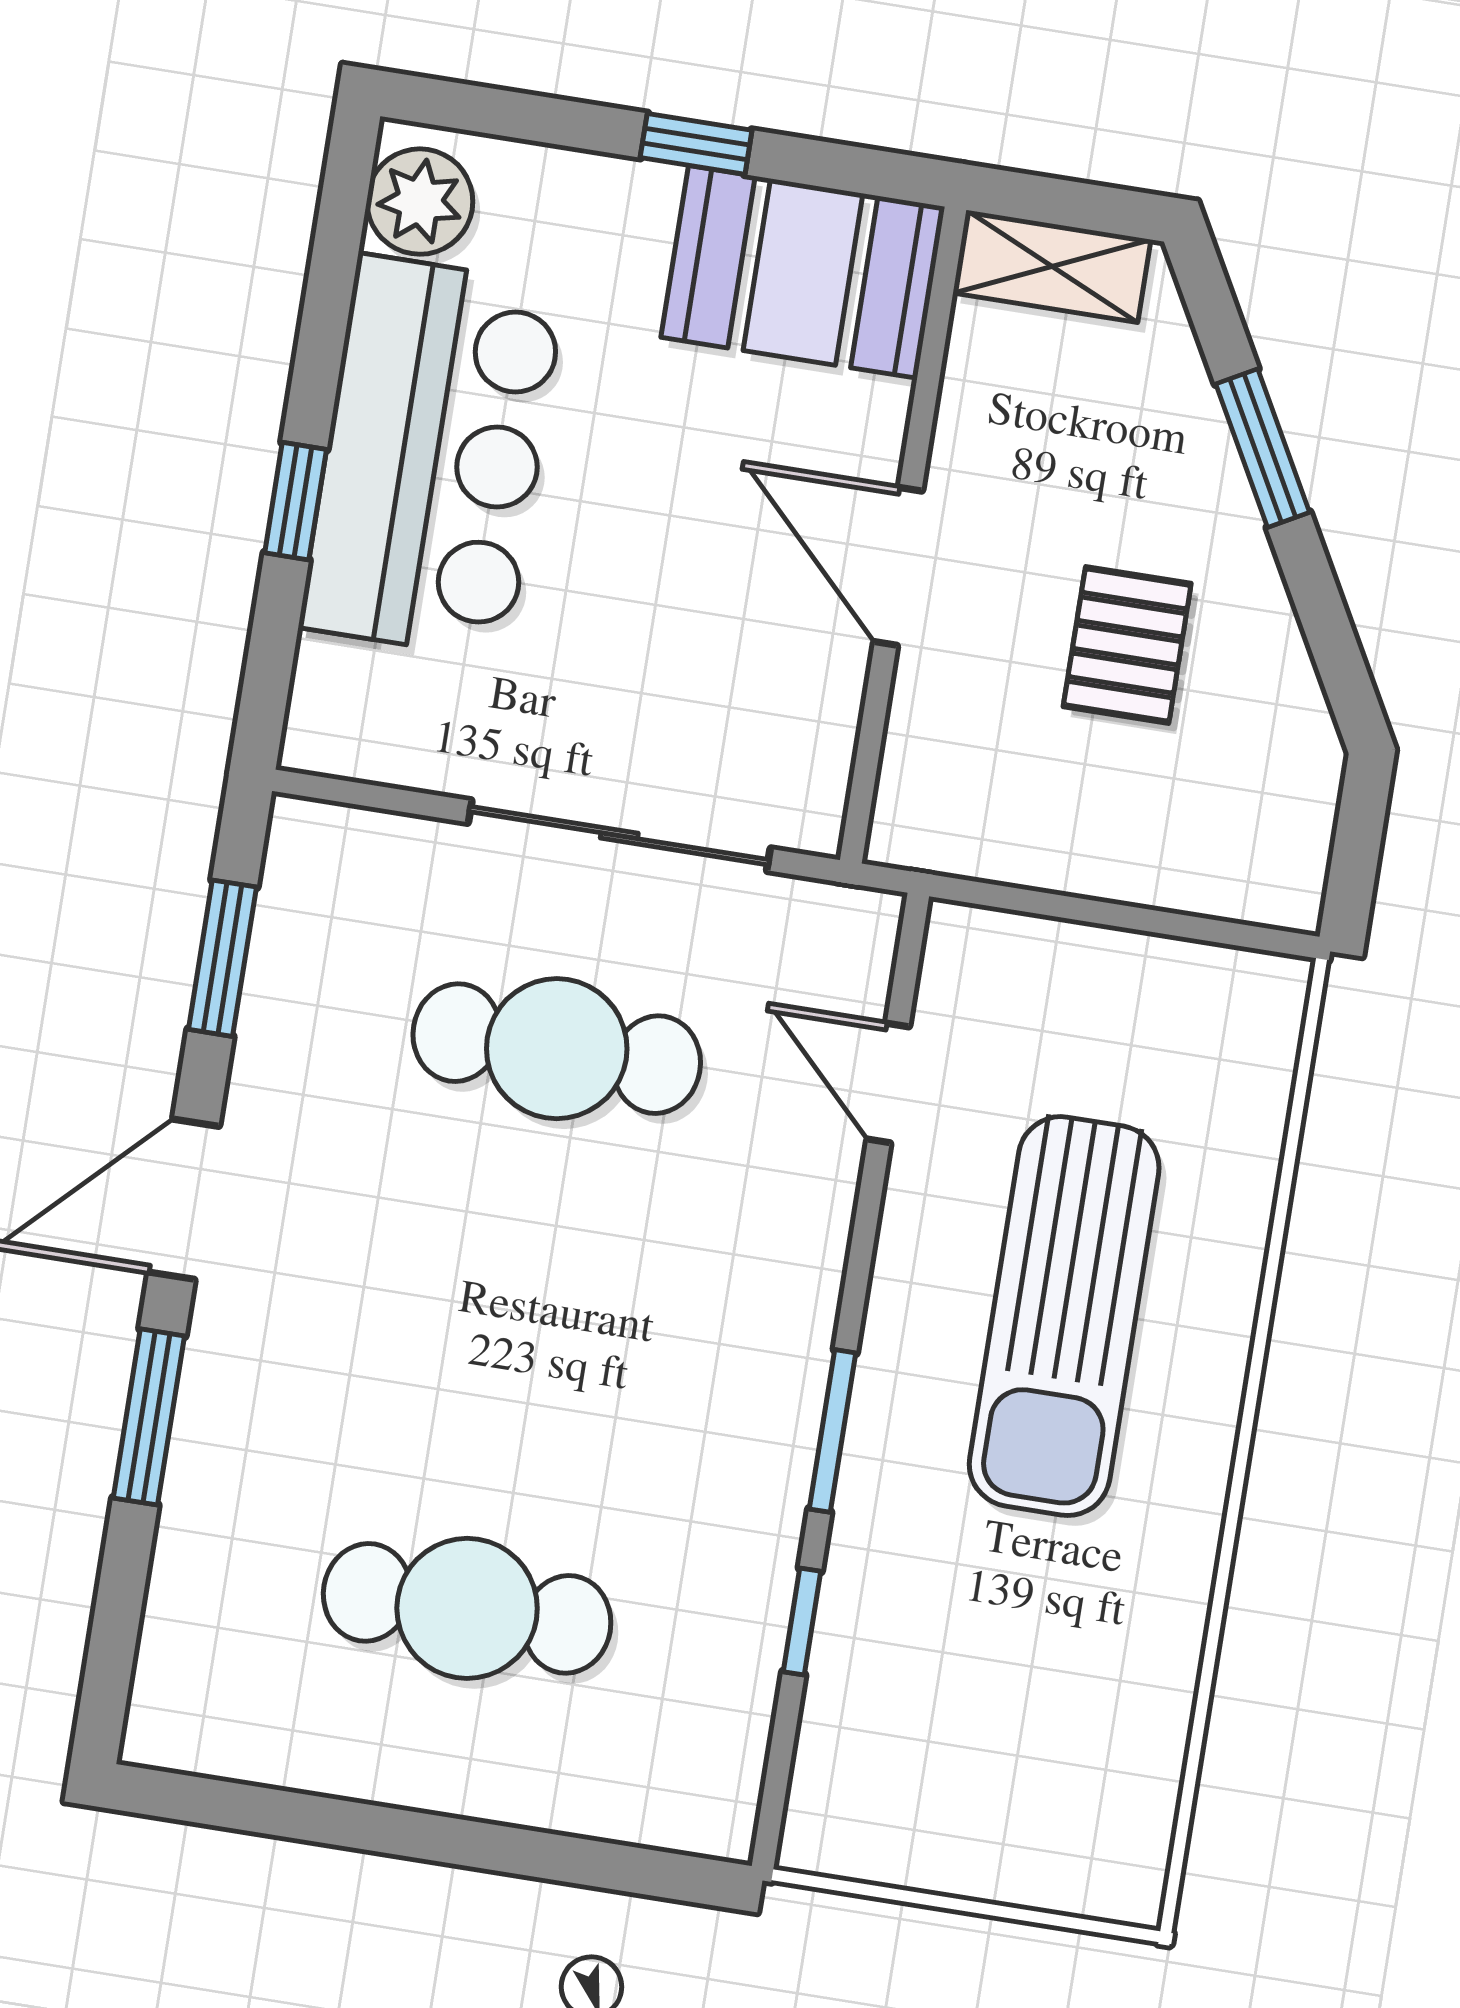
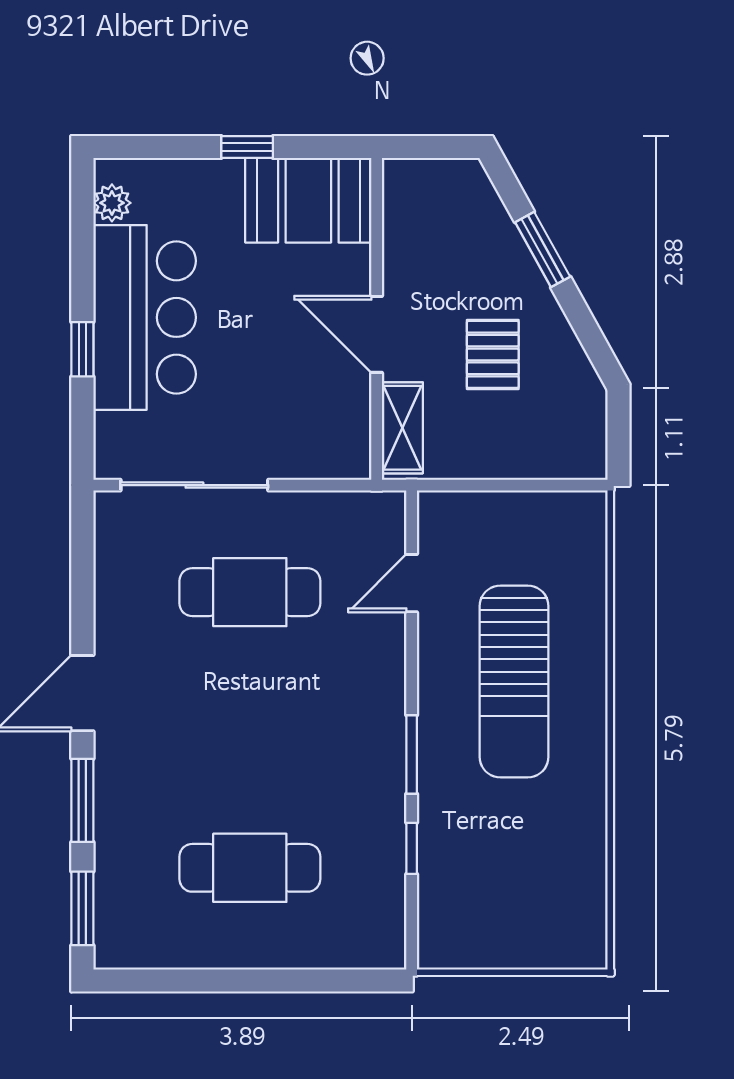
plant: (420, 202) -> (112, 203), width x0.73, depth x0.73
shelving: (1052, 266) -> (402, 428), moved, turned 90
sliding door: (619, 836) -> (194, 485), moved
window: (222, 958) -> (82, 908), moved
door: (888, 1083) -> (412, 583), hinge flipped

